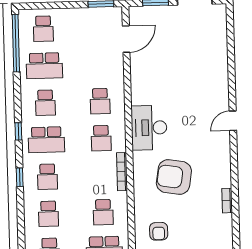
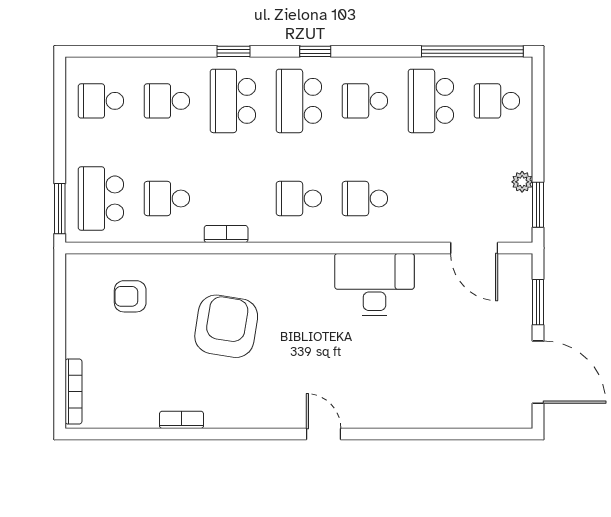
plant: (88, 13) -> (522, 182), added
desk: (149, 128) -> (374, 284), moved
bookcase: (122, 172) -> (226, 234), width x0.64
school desk: (47, 177) -> (233, 101), width x1.85

